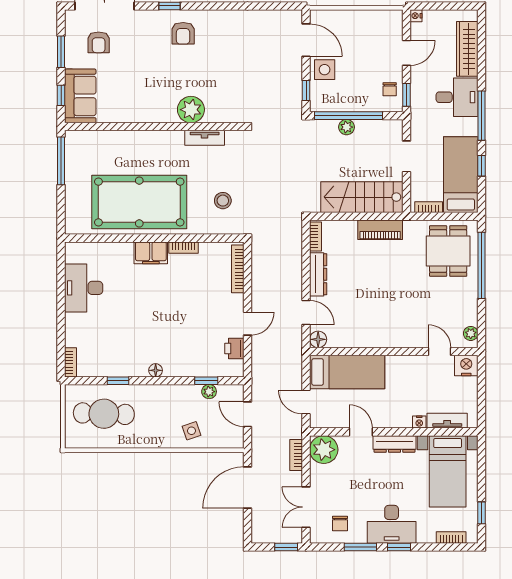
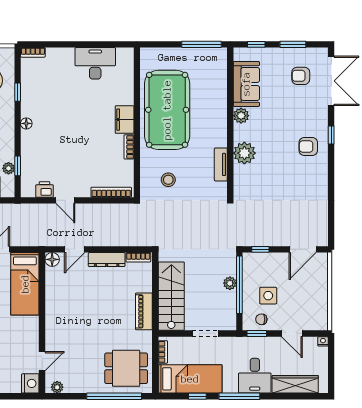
side table: (325, 70) -> (268, 296), moved
sofa: (80, 96) -> (246, 84), moved, turned -90
plant: (146, 114) -> (241, 116), added

